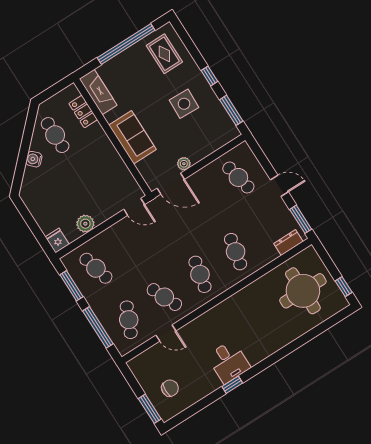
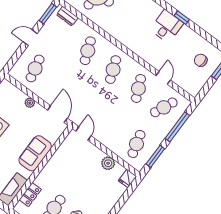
plant: (184, 164) -> (30, 103), moved
door: (279, 186) -> (30, 38), hinge flipped
cafe table: (236, 252) -> (88, 51), turned -33
cafe table: (200, 274) -> (113, 70), turned -33

